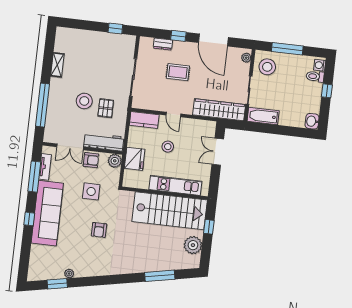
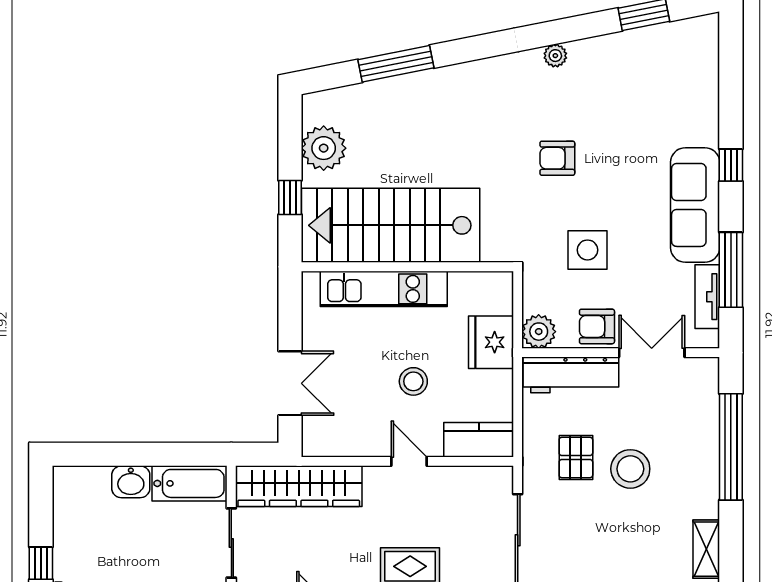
washbasin: (312, 121) -> (131, 482), moved, turned 90
sofa: (47, 213) -> (695, 205), width x0.74, depth x0.79
armchair: (99, 230) -> (557, 158), turned -90
plant: (69, 274) -> (555, 56), moved

